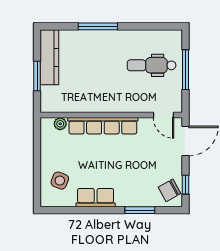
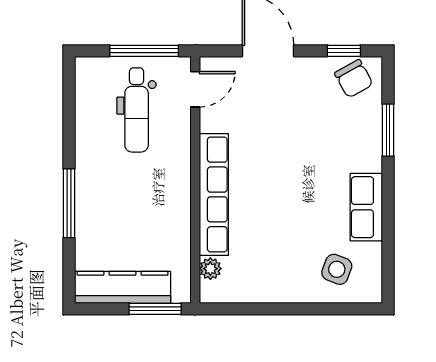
wall: (111, 115) -> (195, 180), moved
door: (163, 115) -> (195, 89), moved
plant: (60, 124) -> (210, 269), moved
row of seats: (103, 126) -> (214, 194), moved

